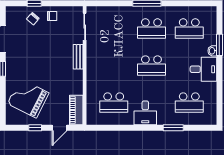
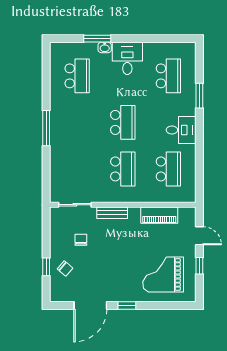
chair: (52, 16) -> (81, 240), moved
school desk: (151, 28) -> (123, 169), moved
grand piano: (28, 98) -> (163, 274), turned 63
piano: (76, 110) -> (159, 215), moved

